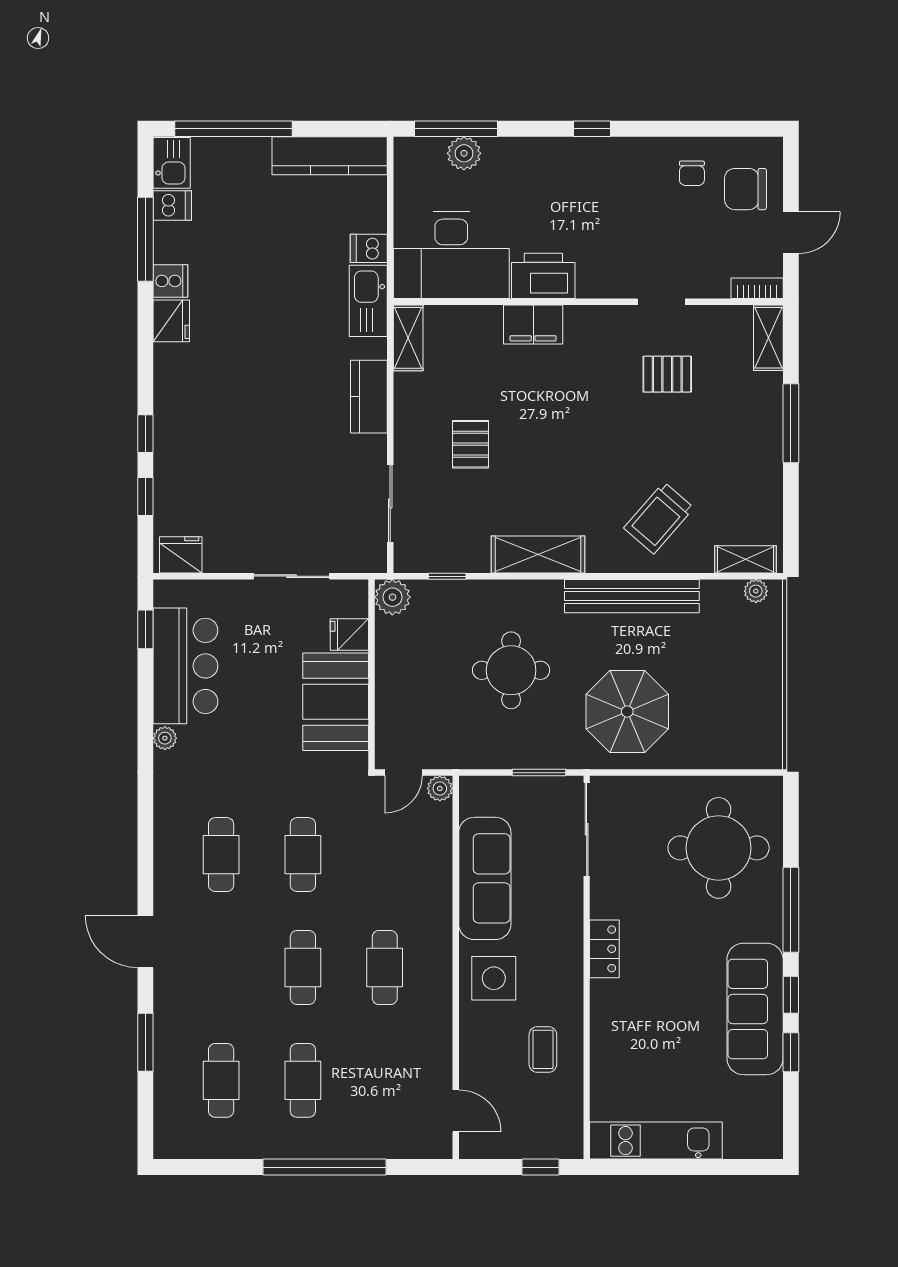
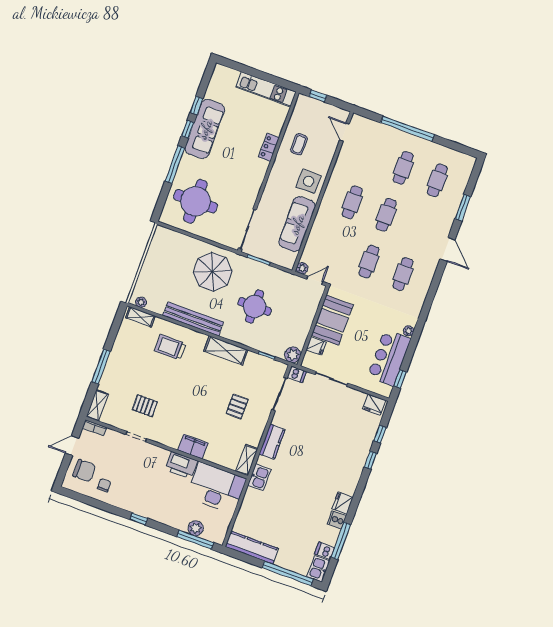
dishwasher: (369, 248) -> (297, 374), moved
kitchen sink: (368, 301) -> (259, 477), width x0.73
trolley: (659, 518) -> (170, 347), turned -131
locker: (604, 949) -> (269, 147), moved

